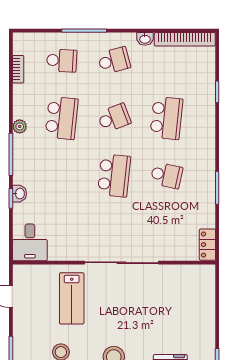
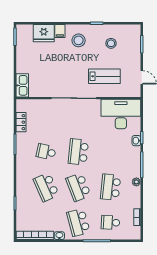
school desk: (114, 60) -> (78, 222), width x1.85
school desk: (114, 118) -> (78, 187), width x1.85
school desk: (166, 118) -> (46, 187), turned -30
desk: (30, 242) -> (121, 114), width x1.87, depth x1.30
locker: (207, 245) -> (21, 122), moved
kitchen sink: (205, 284) -> (22, 85), added
lab bench: (72, 298) -> (104, 76), turned 90

